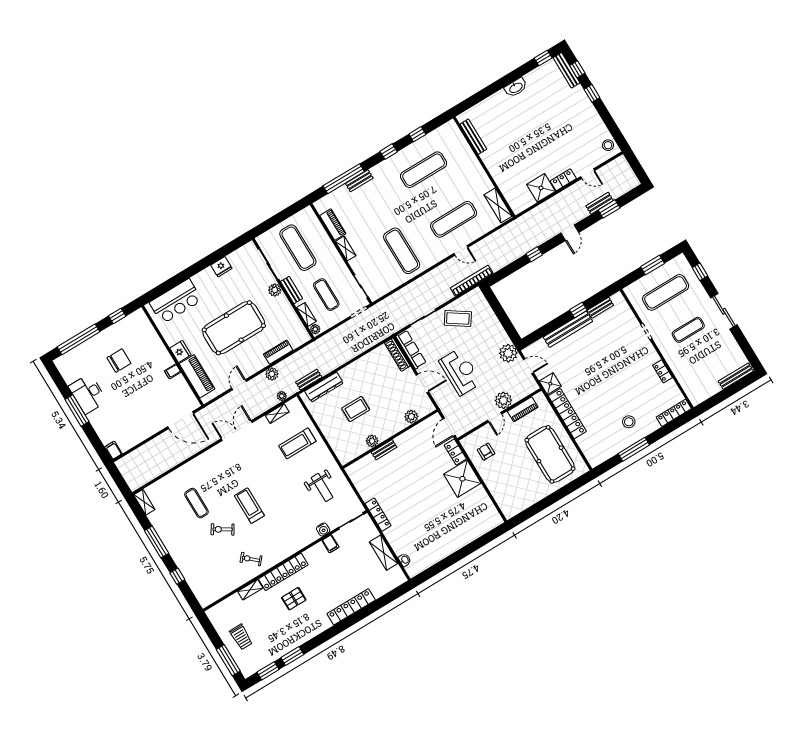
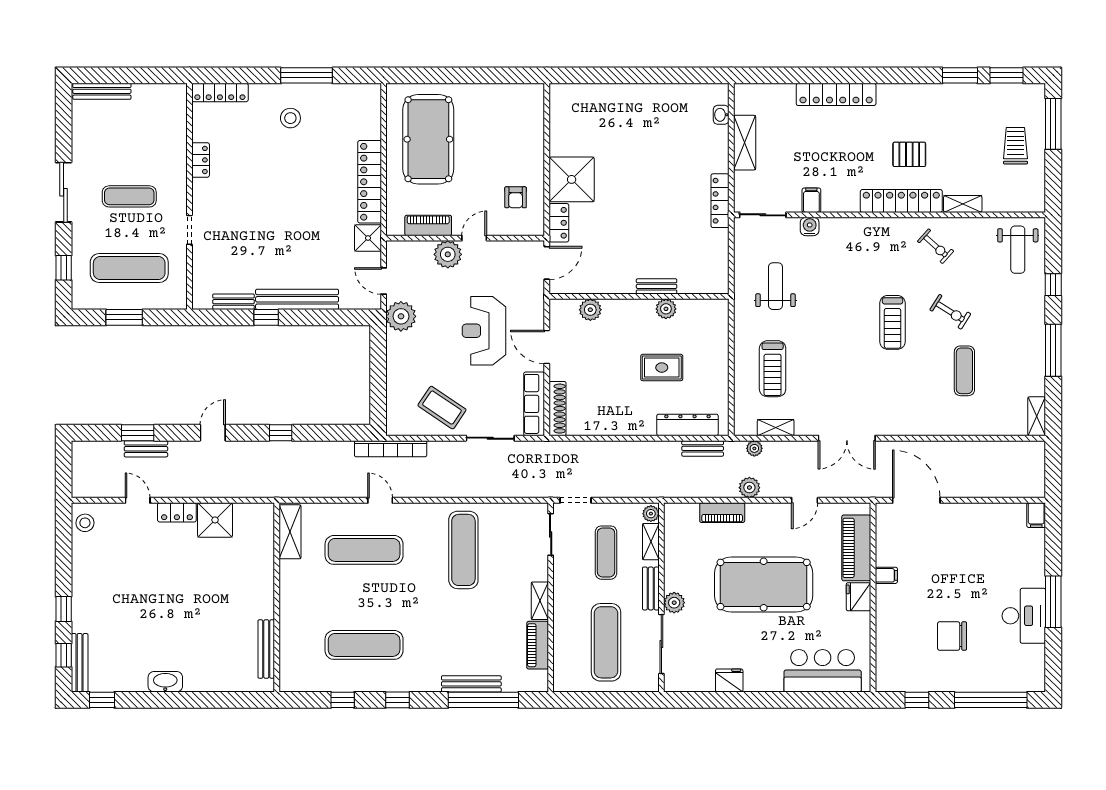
bench: (359, 181) -> (471, 684), width x1.36
treadmill: (297, 443) -> (773, 369), turned 90
weight bench: (207, 583) -> (1018, 250), added

